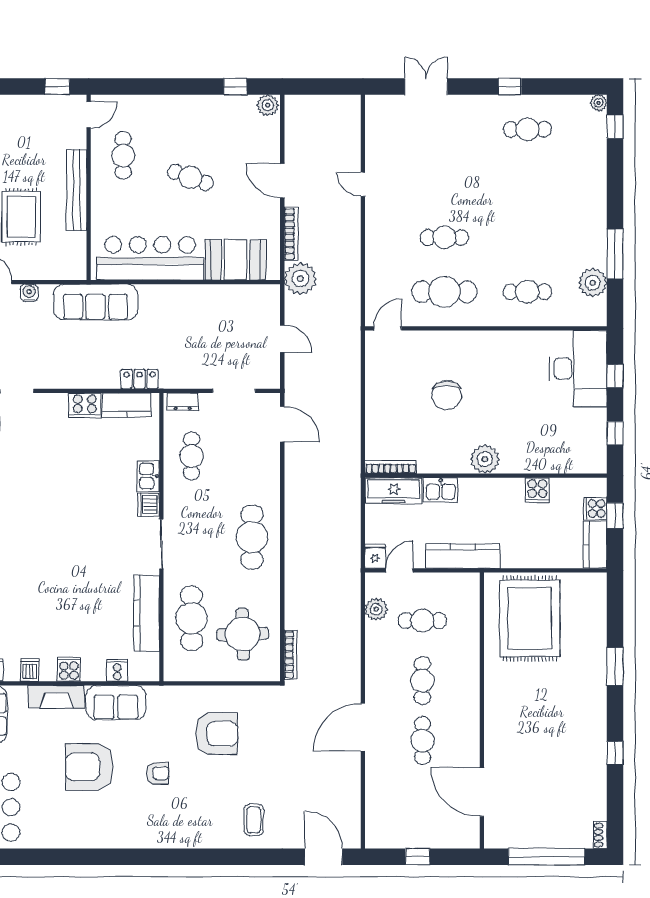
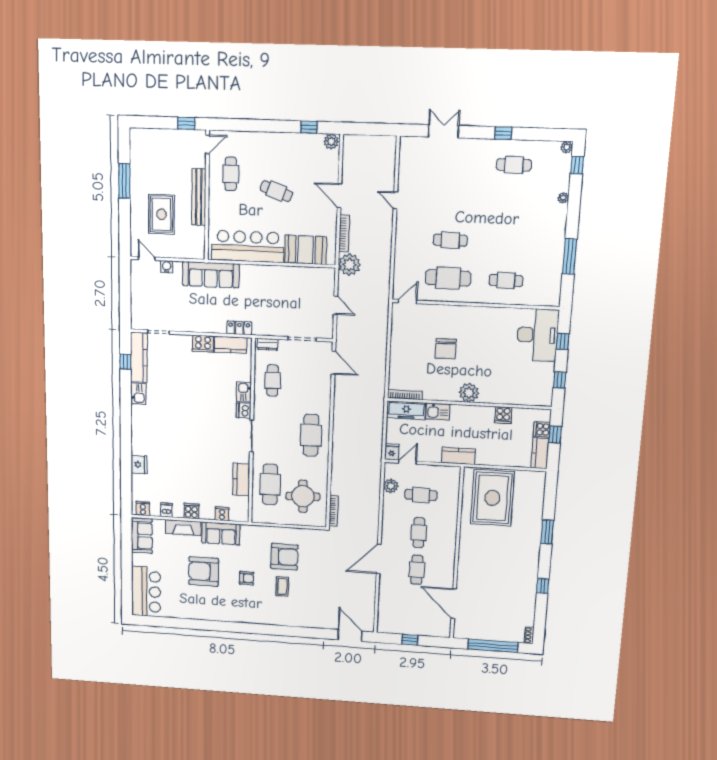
plant: (593, 283) -> (563, 198), moved, width x0.53, depth x0.53
kitchen counter: (463, 556) -> (458, 456), width x0.67
kitchen counter: (146, 613) -> (241, 479), width x0.67
coffee table: (254, 820) -> (282, 586), moved

